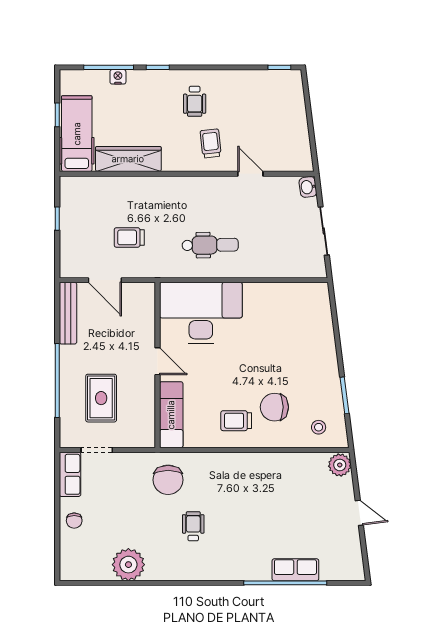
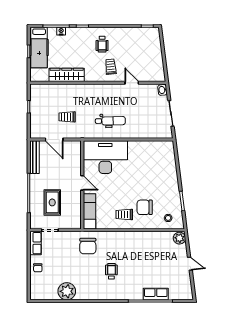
hospital bed: (77, 134) -> (39, 48), moved, turned 180
wheelchair: (193, 526) -> (111, 271), moved

